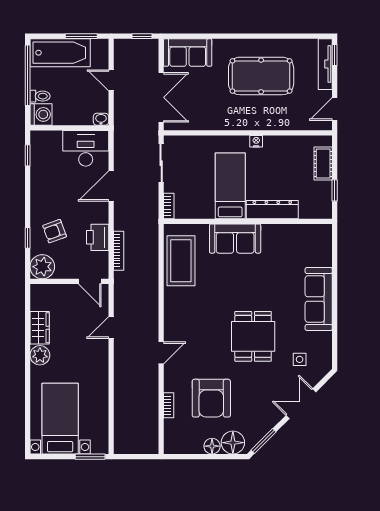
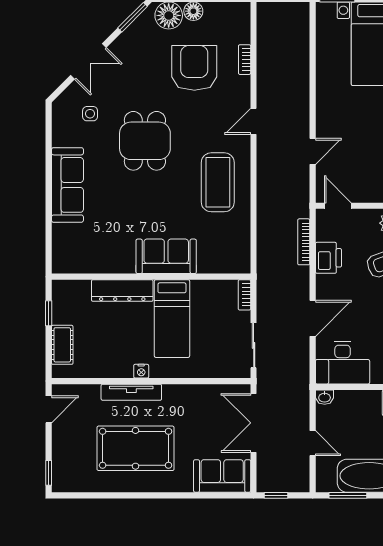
tv unit: (325, 64) -> (131, 392), moved, turned 90
coffee table: (181, 261) -> (218, 182), moved

